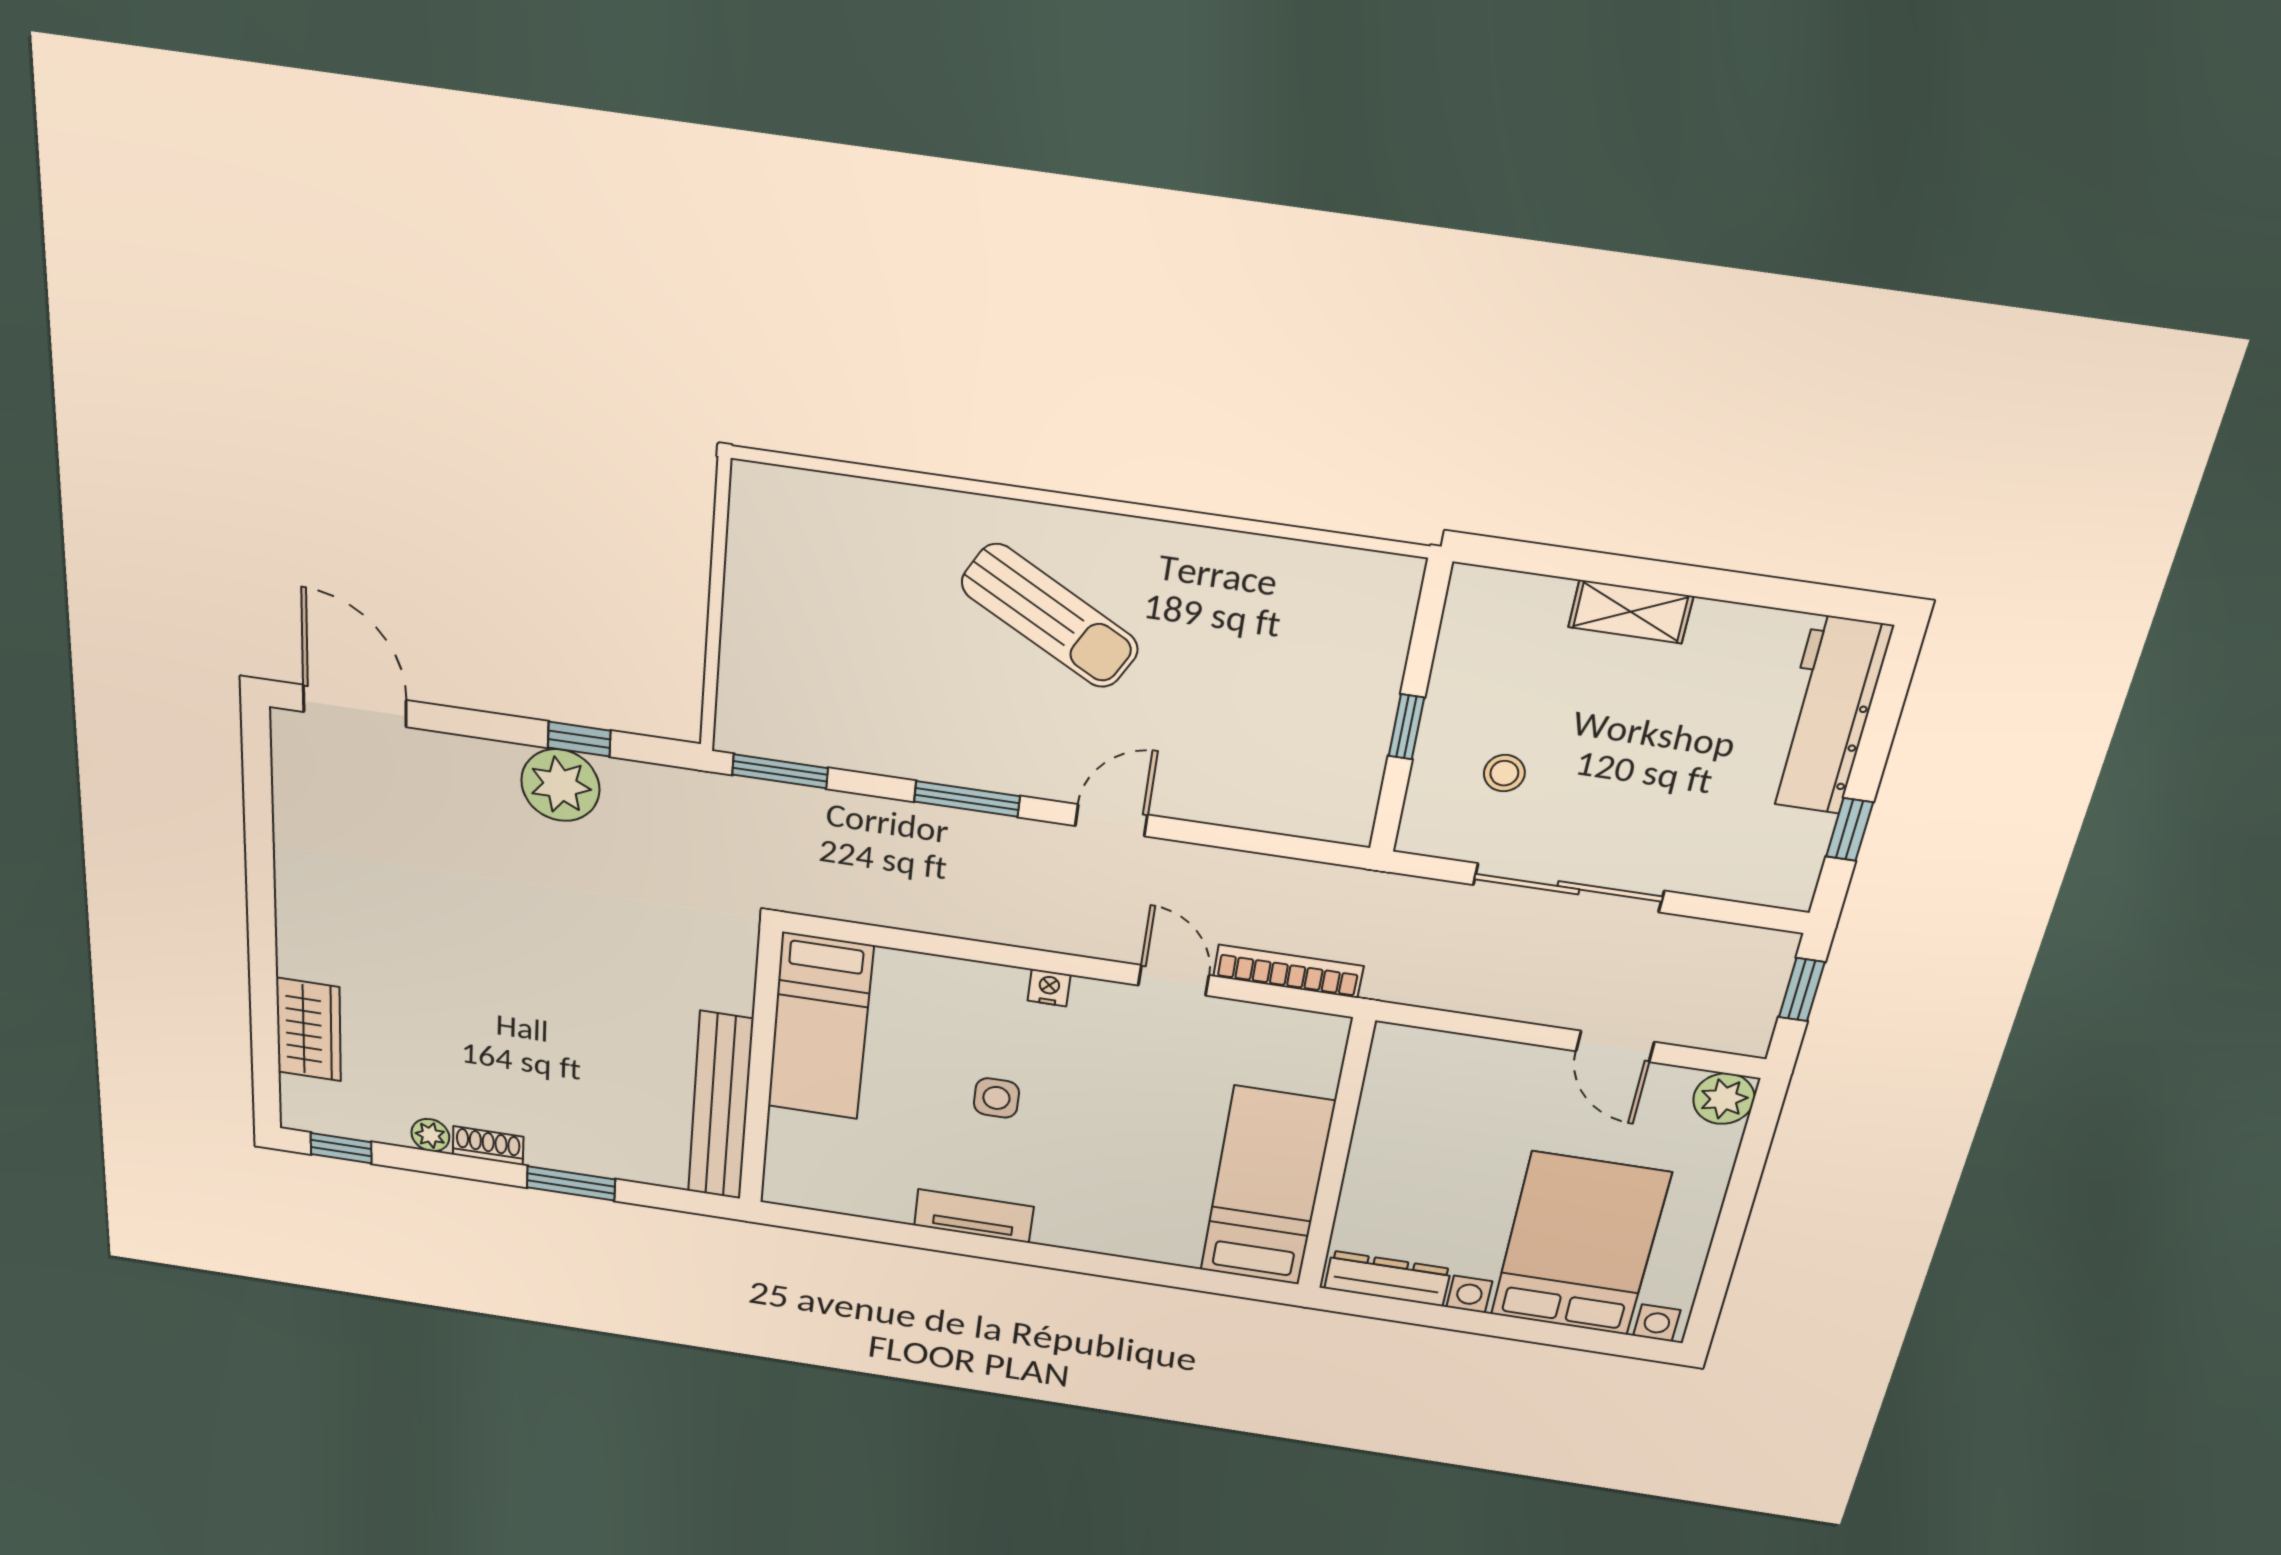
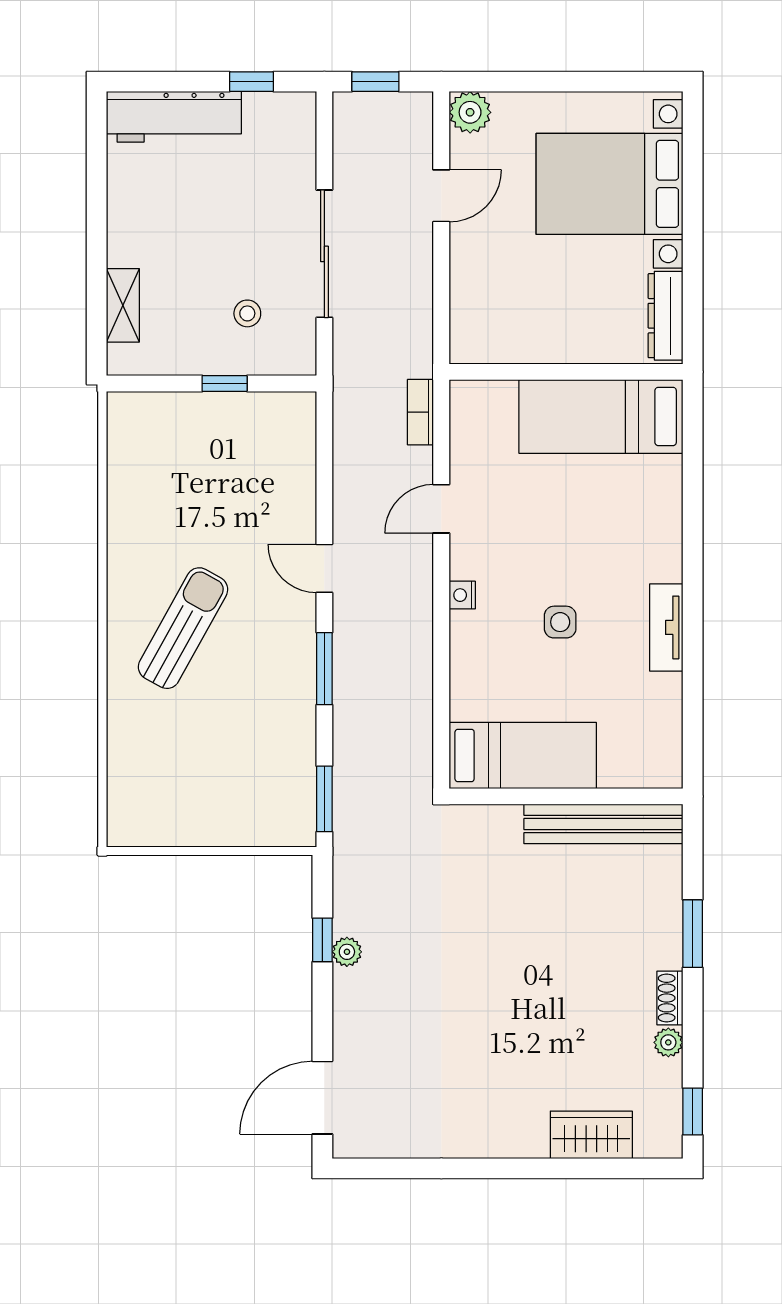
shelving: (1631, 612) -> (123, 305), moved
plant: (560, 785) -> (347, 952), width x0.53, depth x0.53
bookcase: (1288, 971) -> (420, 412), width x0.64

